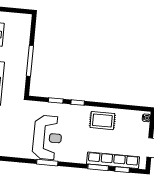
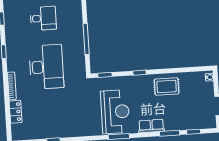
window: (56, 101) -> (105, 75), moved
row of seats: (113, 160) -> (151, 126), moved, width x0.50

